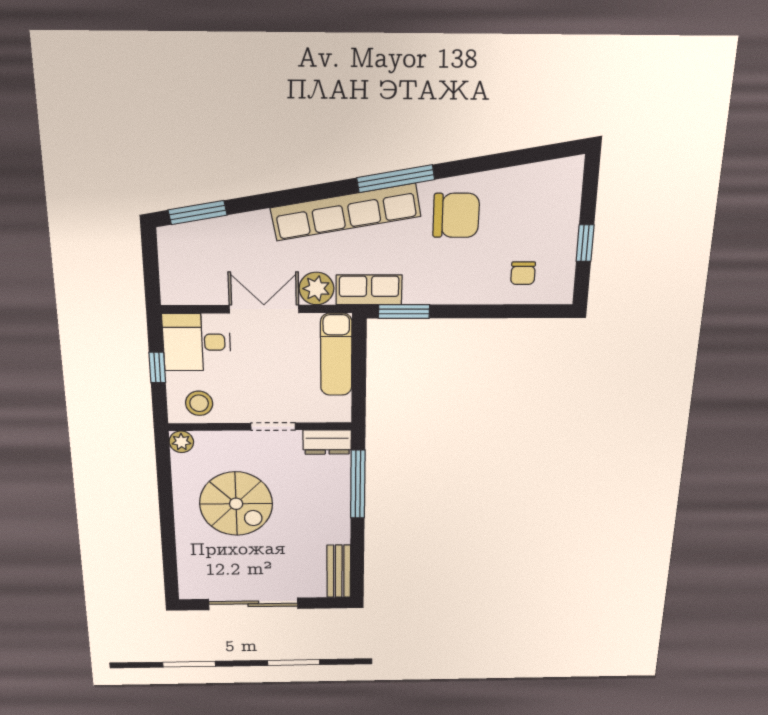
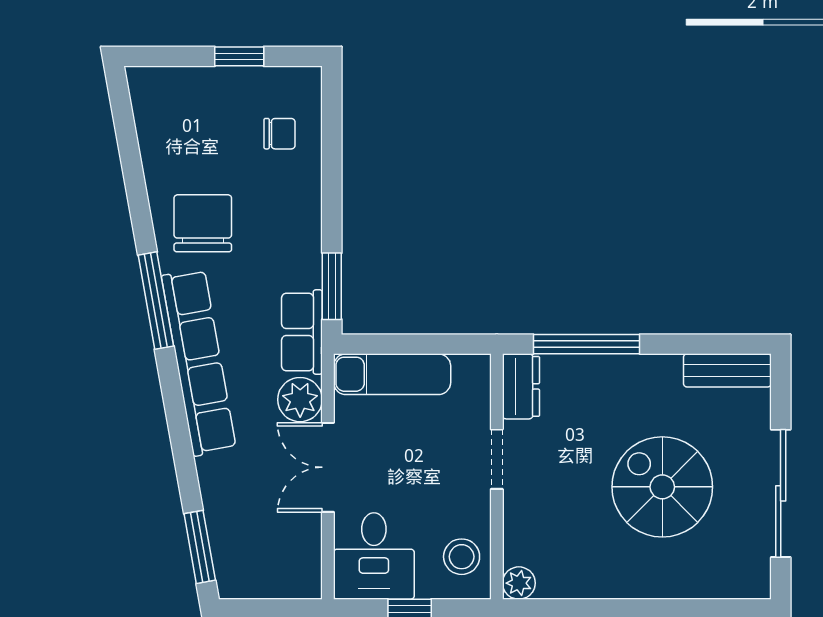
spiral stairs: (236, 504) -> (662, 487), moved, turned -90

